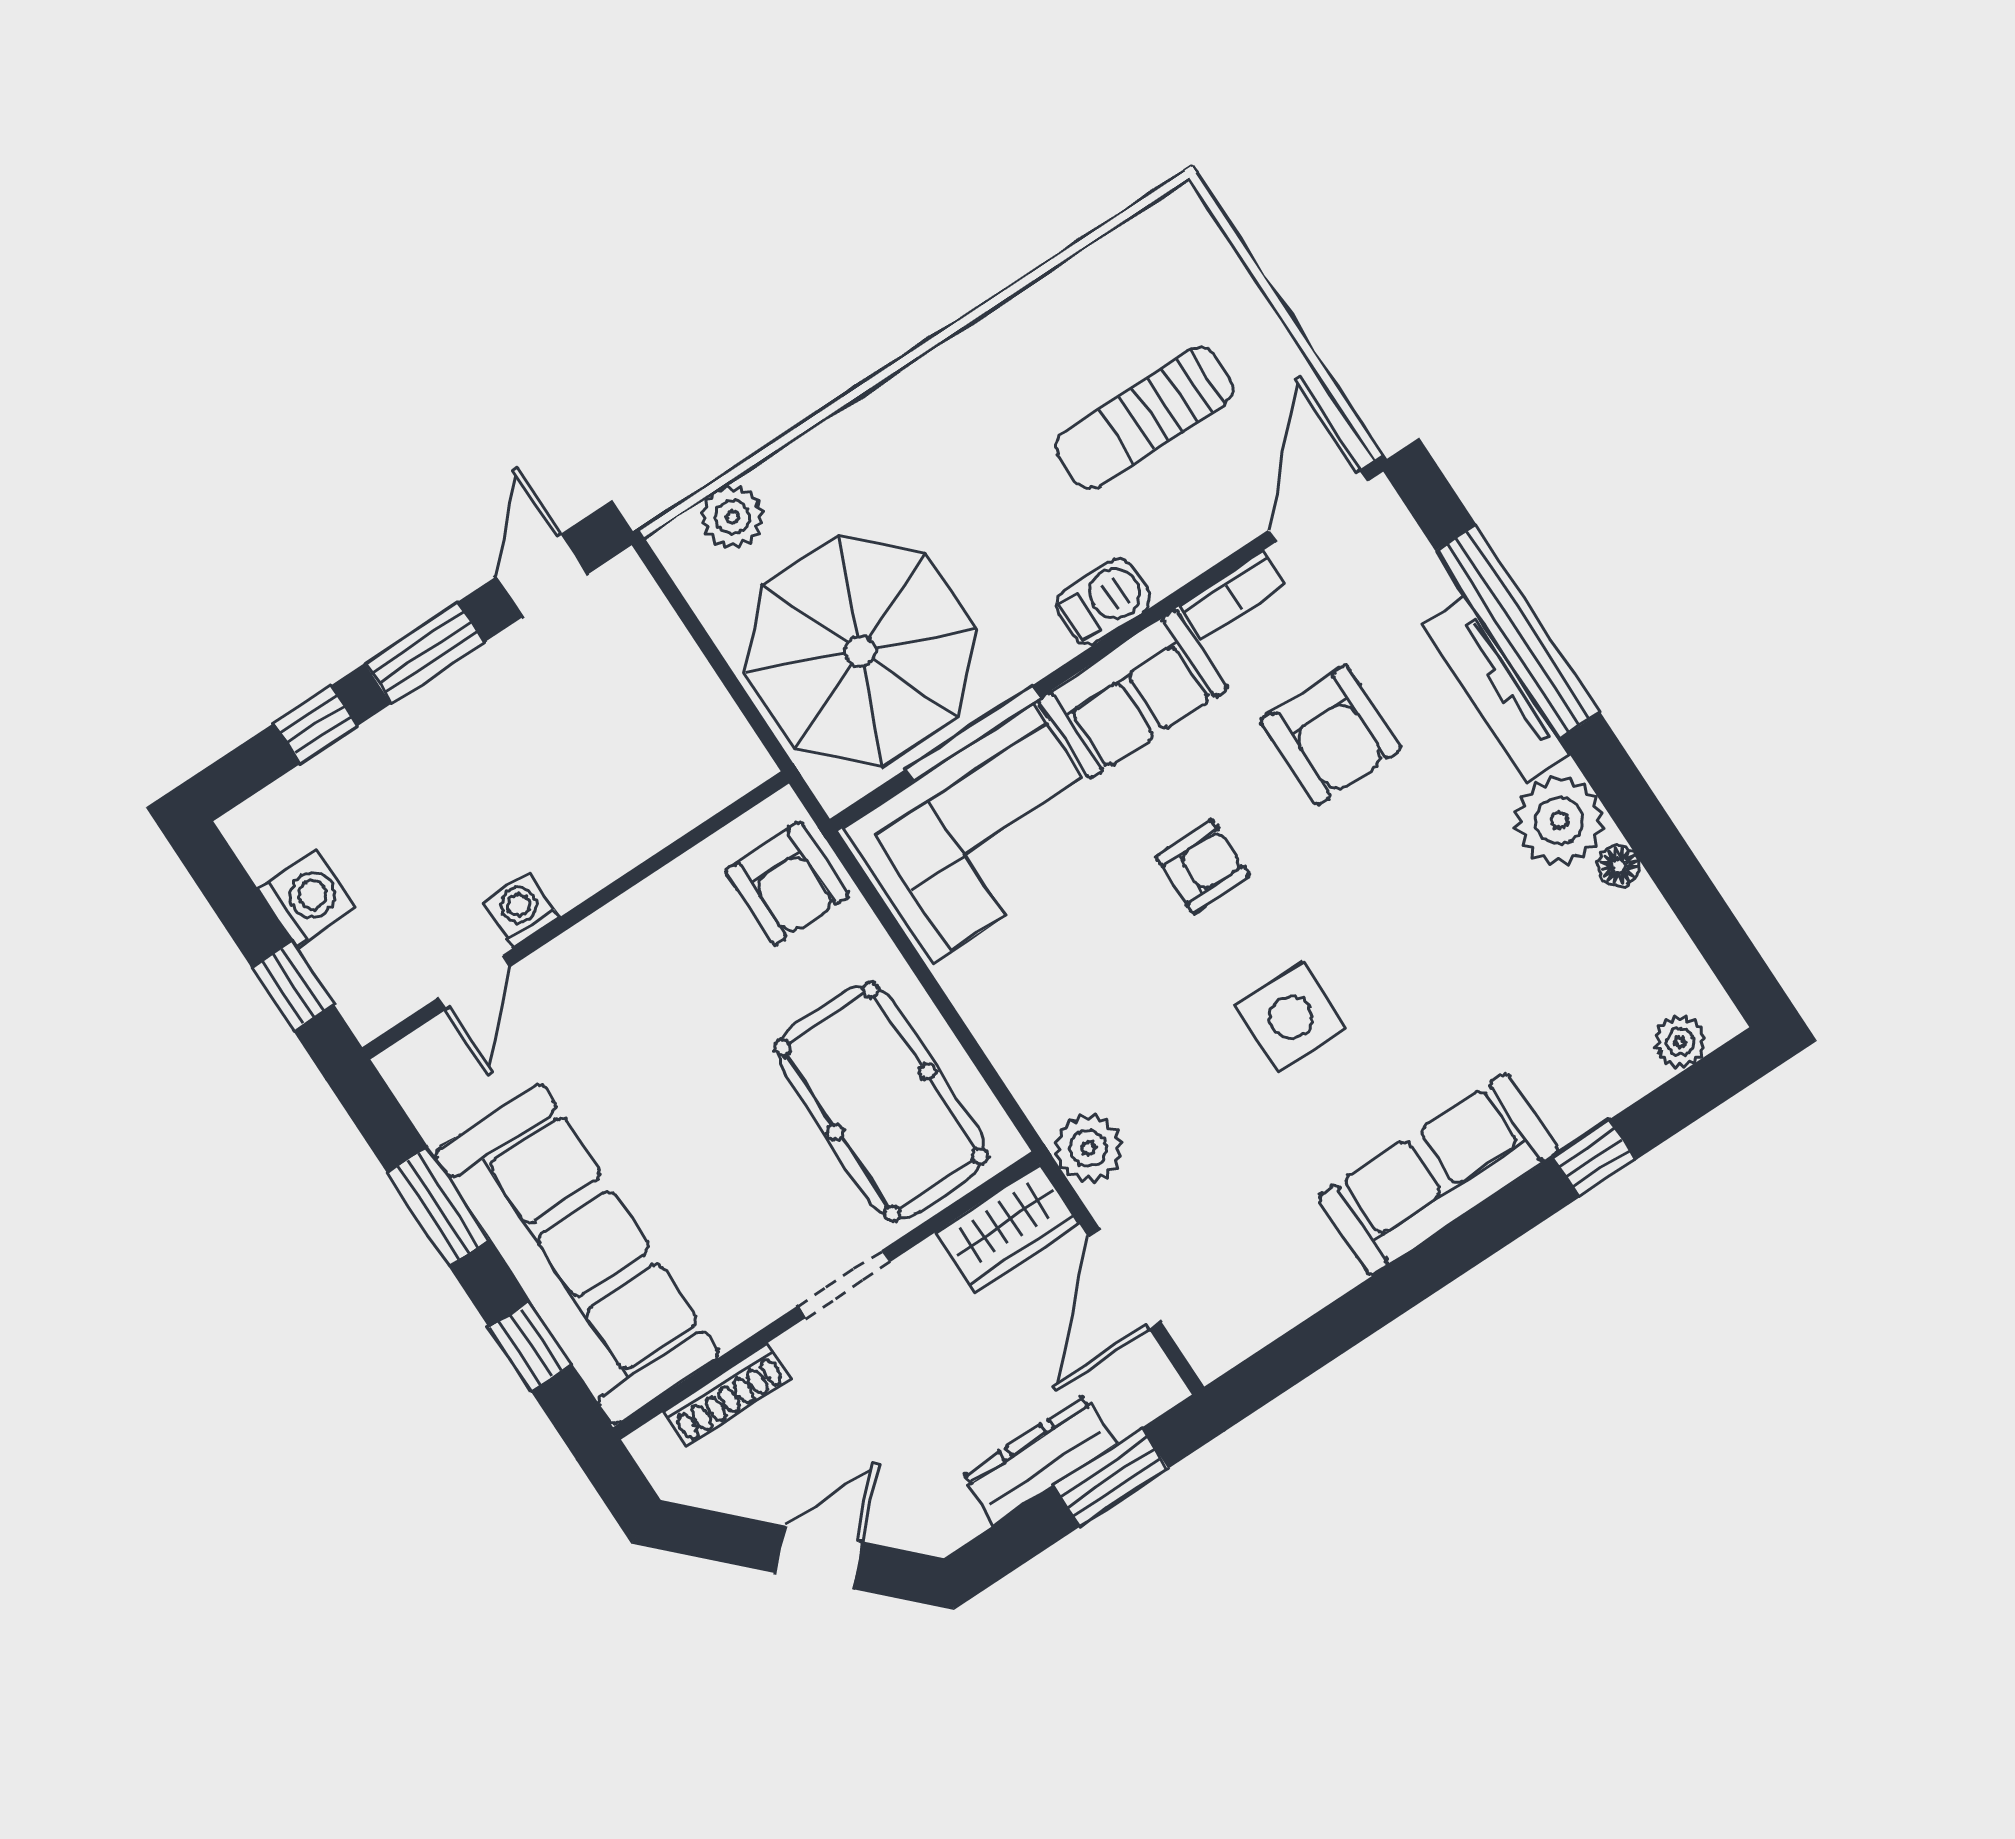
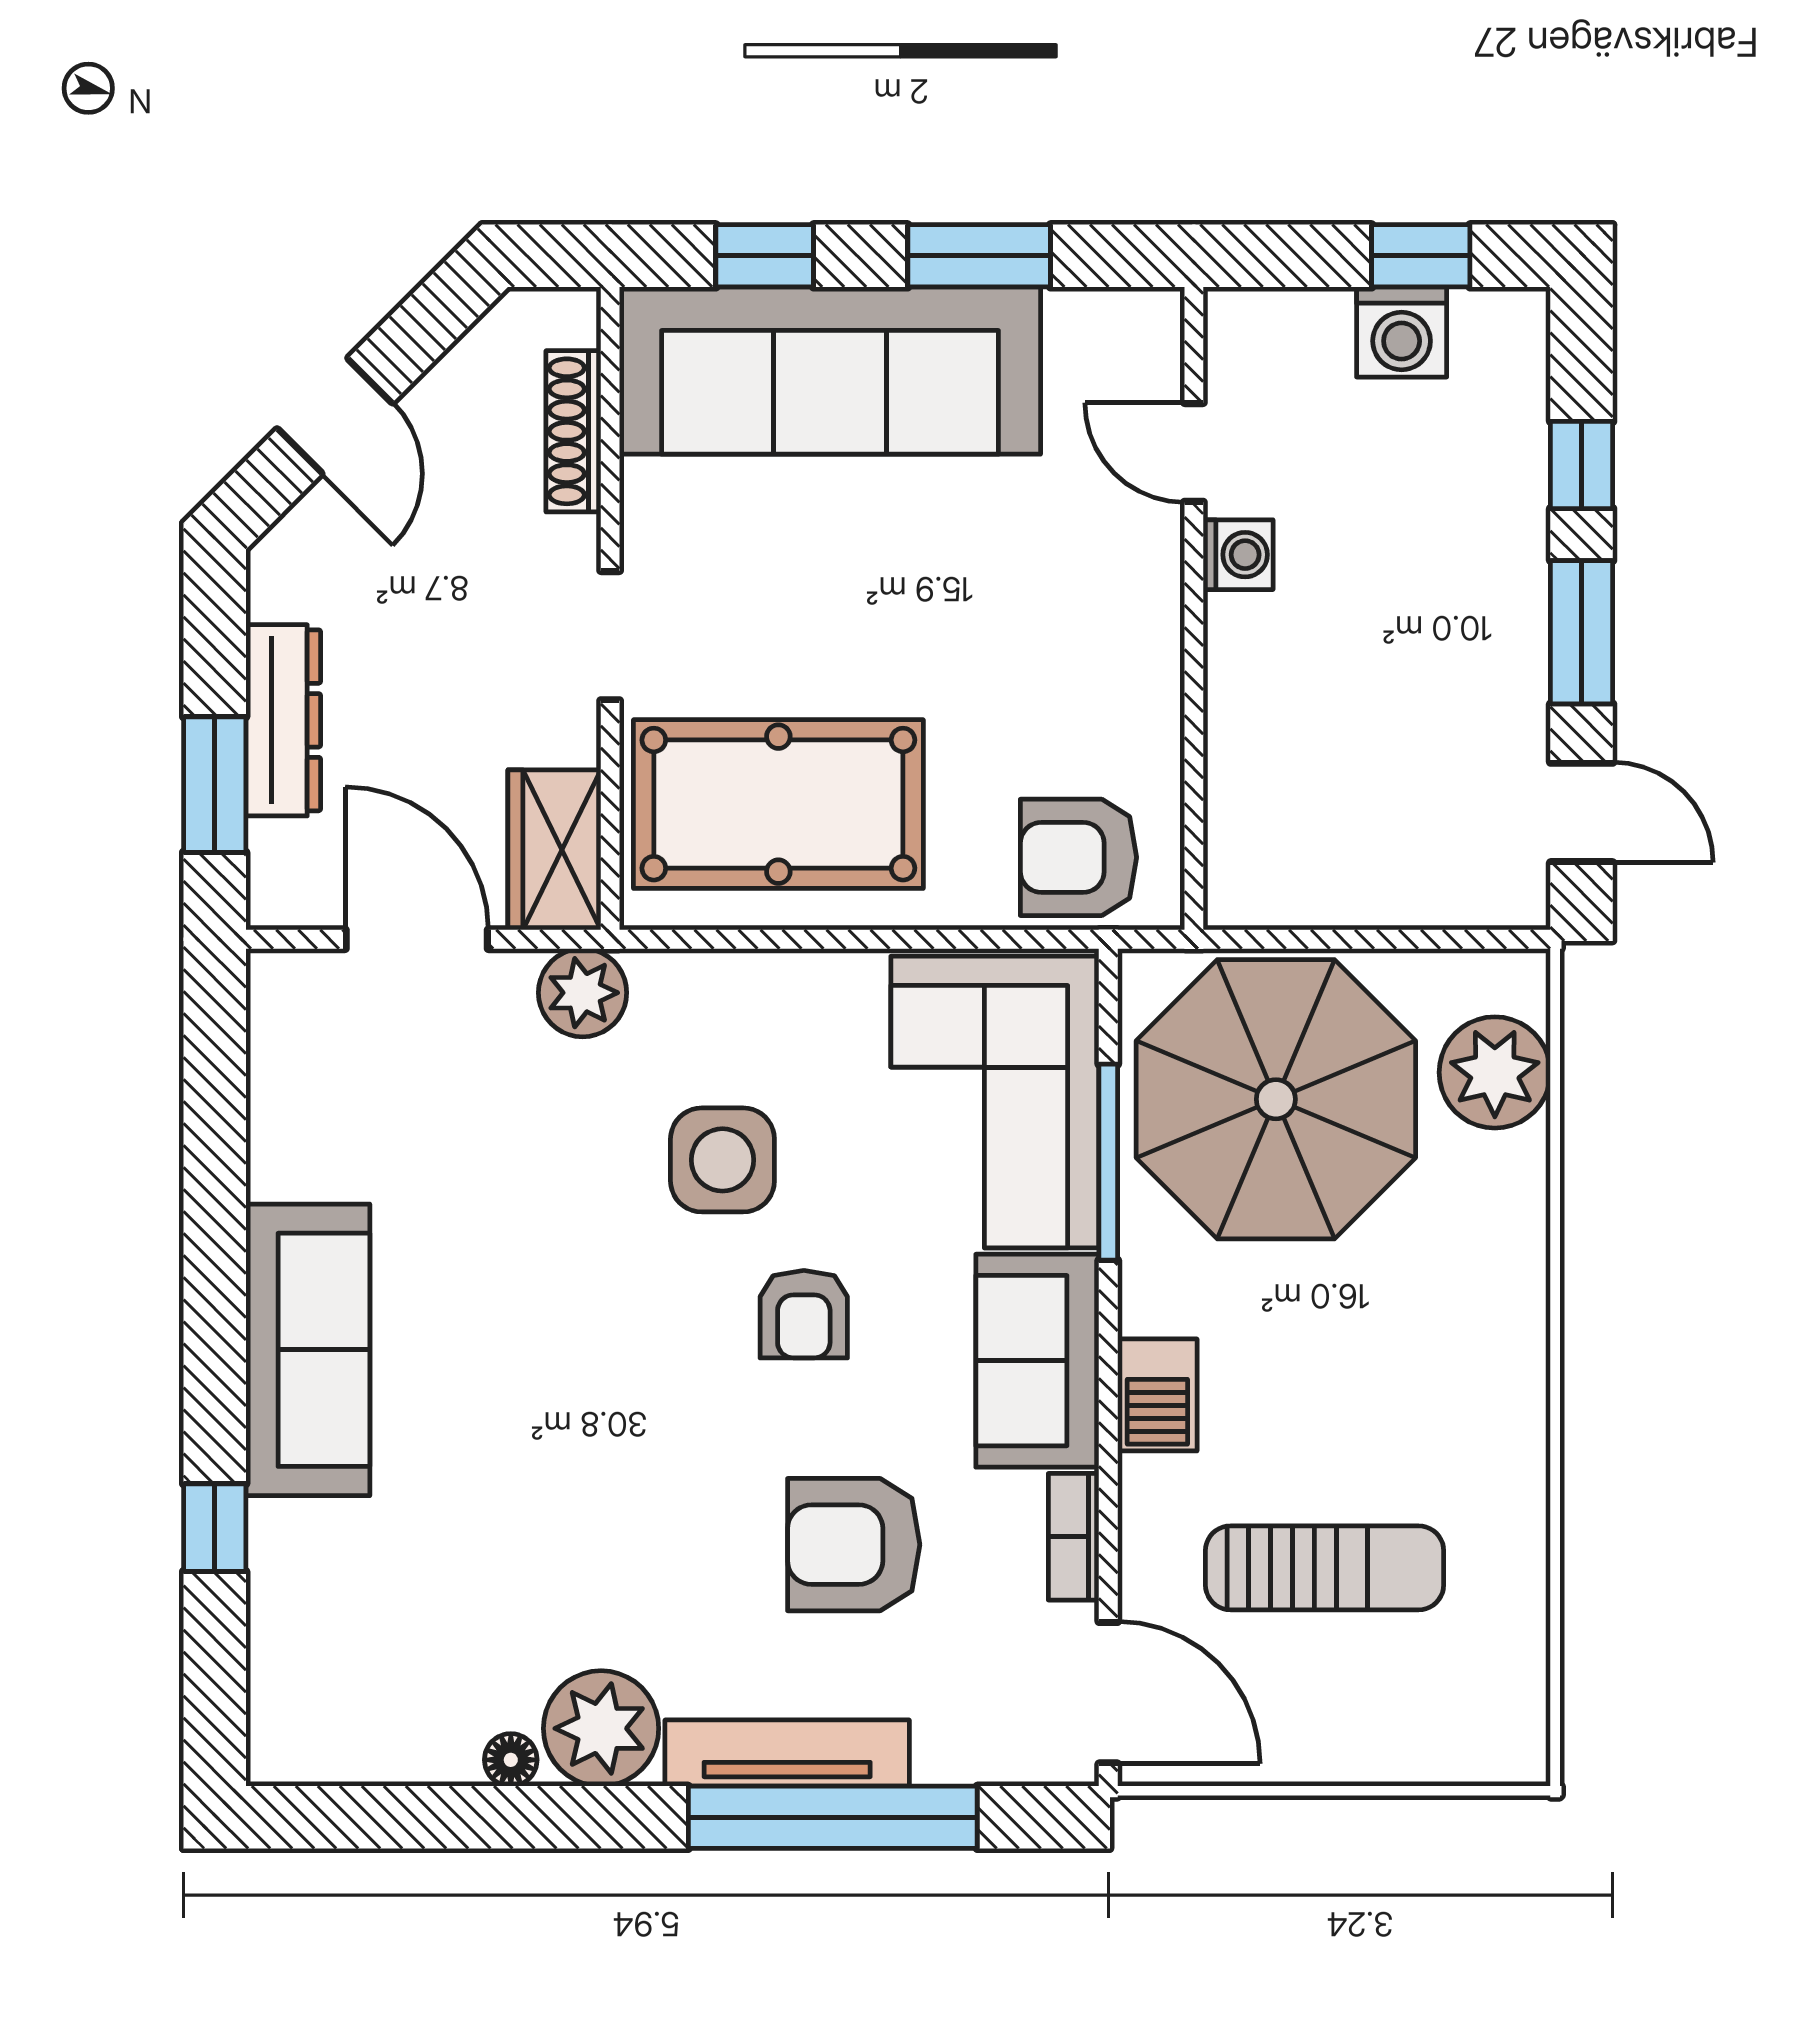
sun lounger: (1144, 418) -> (1325, 1568), turned 90
plant: (733, 517) -> (1495, 1072), width x1.36, depth x1.36
window: (293, 986) -> (1421, 256), moved
side table: (1291, 1017) -> (722, 1160), moved
plant: (1680, 1042) -> (279, 1702), removed

